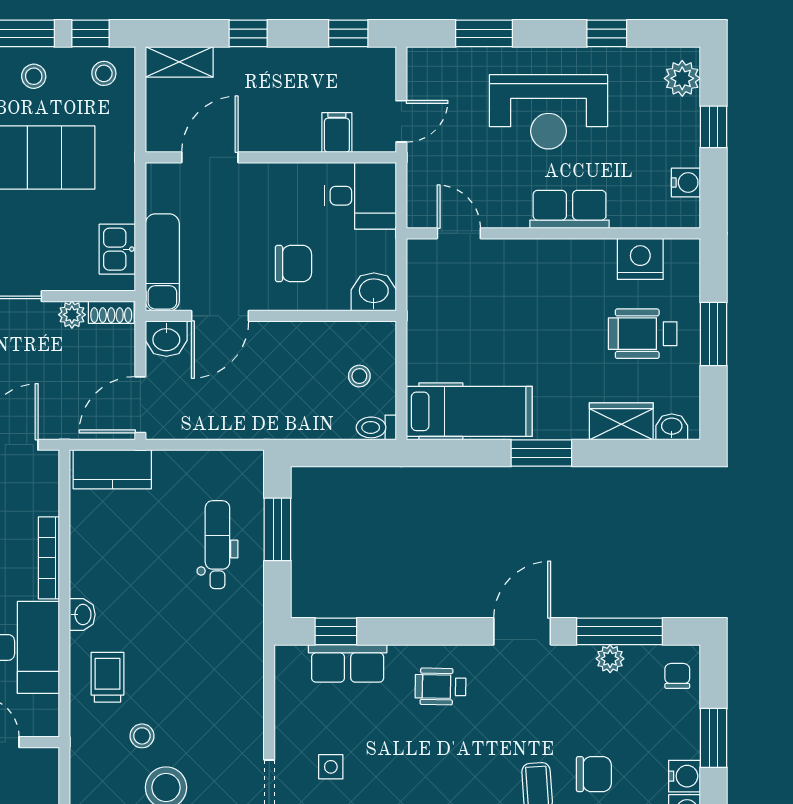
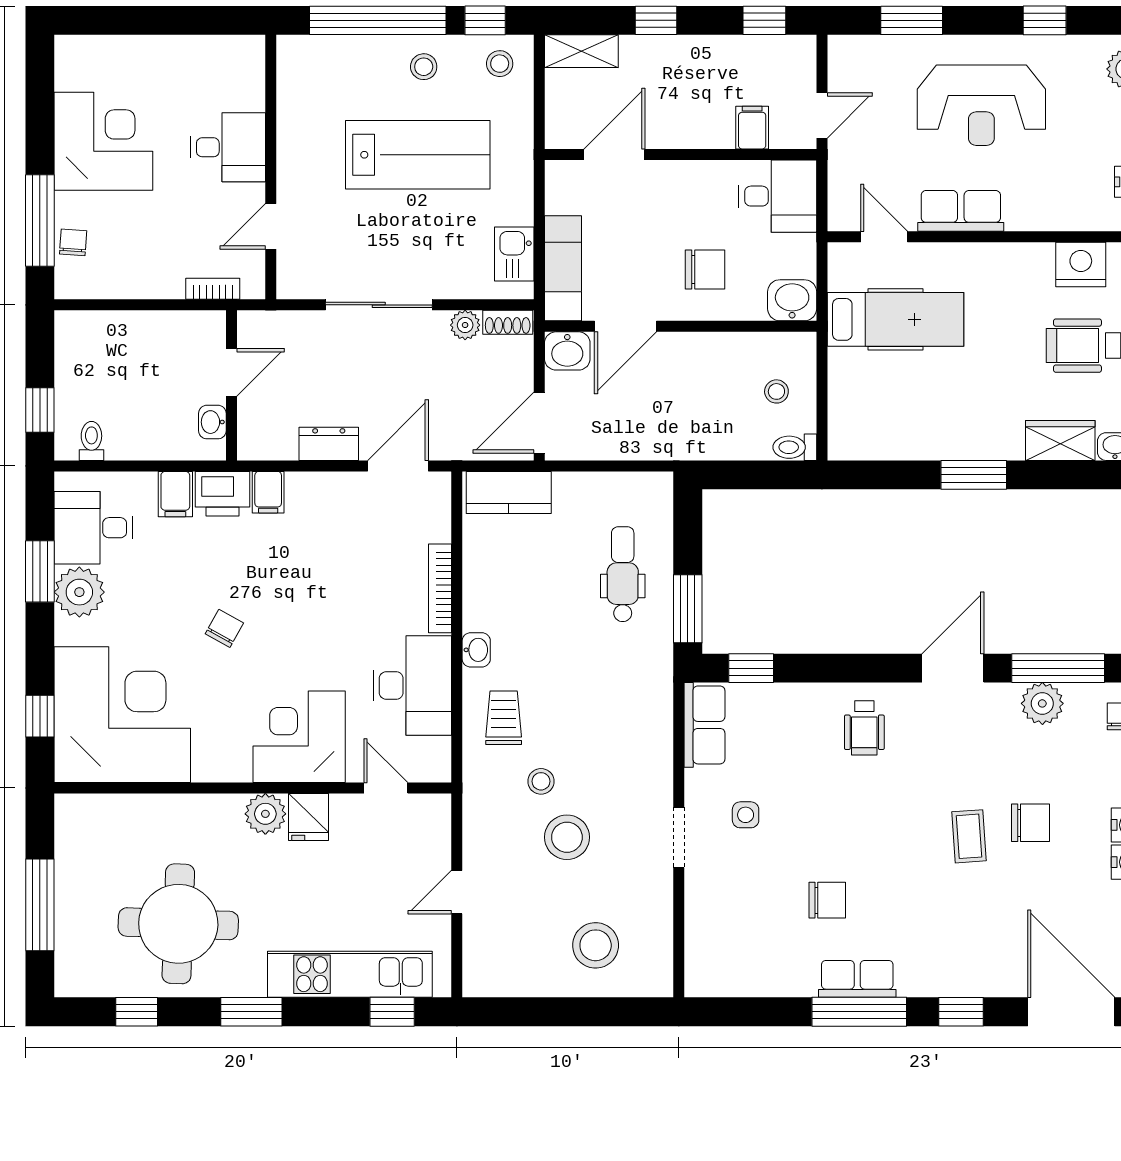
row of seats: (570, 209) -> (961, 211), moved
hospital bed: (469, 411) -> (895, 319), moved
window: (277, 529) -> (688, 609), moved
plant: (610, 659) -> (1042, 703), width x1.38, depth x1.38
row of seats: (348, 663) -> (704, 725), moved, turned -90
wheelchair: (440, 687) -> (864, 728), turned -91

